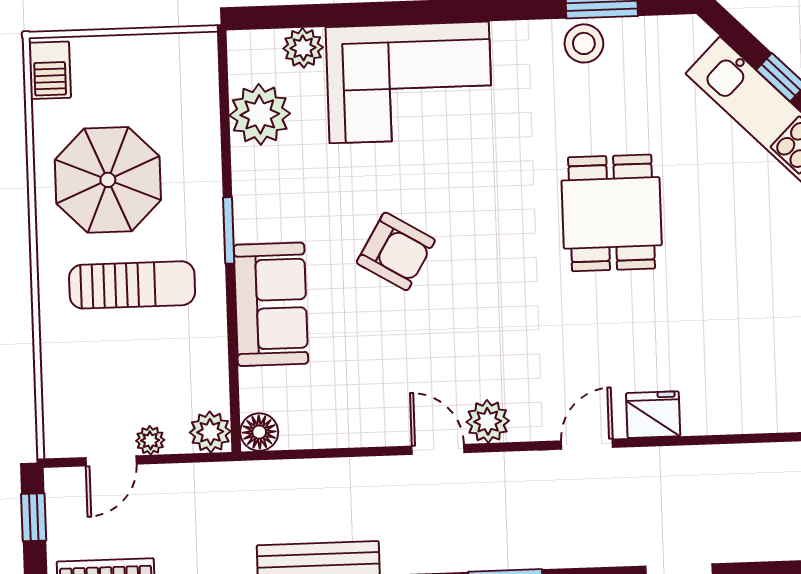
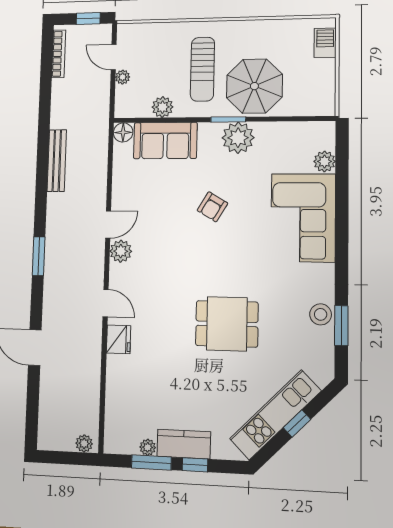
barbecue: (50, 70) -> (325, 43), moved, turned 90
plant: (260, 114) -> (238, 138), moved
parasol: (108, 180) -> (254, 86), moved
armchair: (396, 251) -> (212, 207), width x0.72, depth x0.72
sofa: (271, 304) -> (165, 141), moved
plant: (210, 432) -> (162, 107), moved

